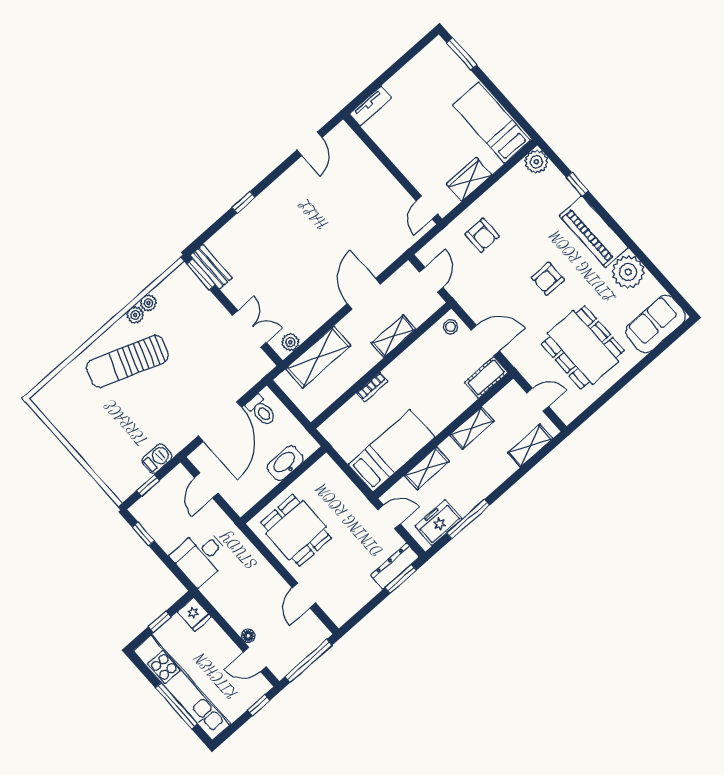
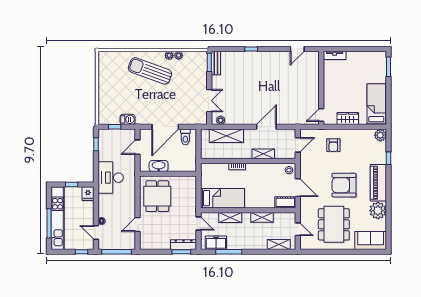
armchair: (548, 279) -> (344, 185), width x1.88, depth x1.88
washbasin: (285, 463) -> (159, 166), moved
desk: (201, 557) -> (111, 178), width x1.37

